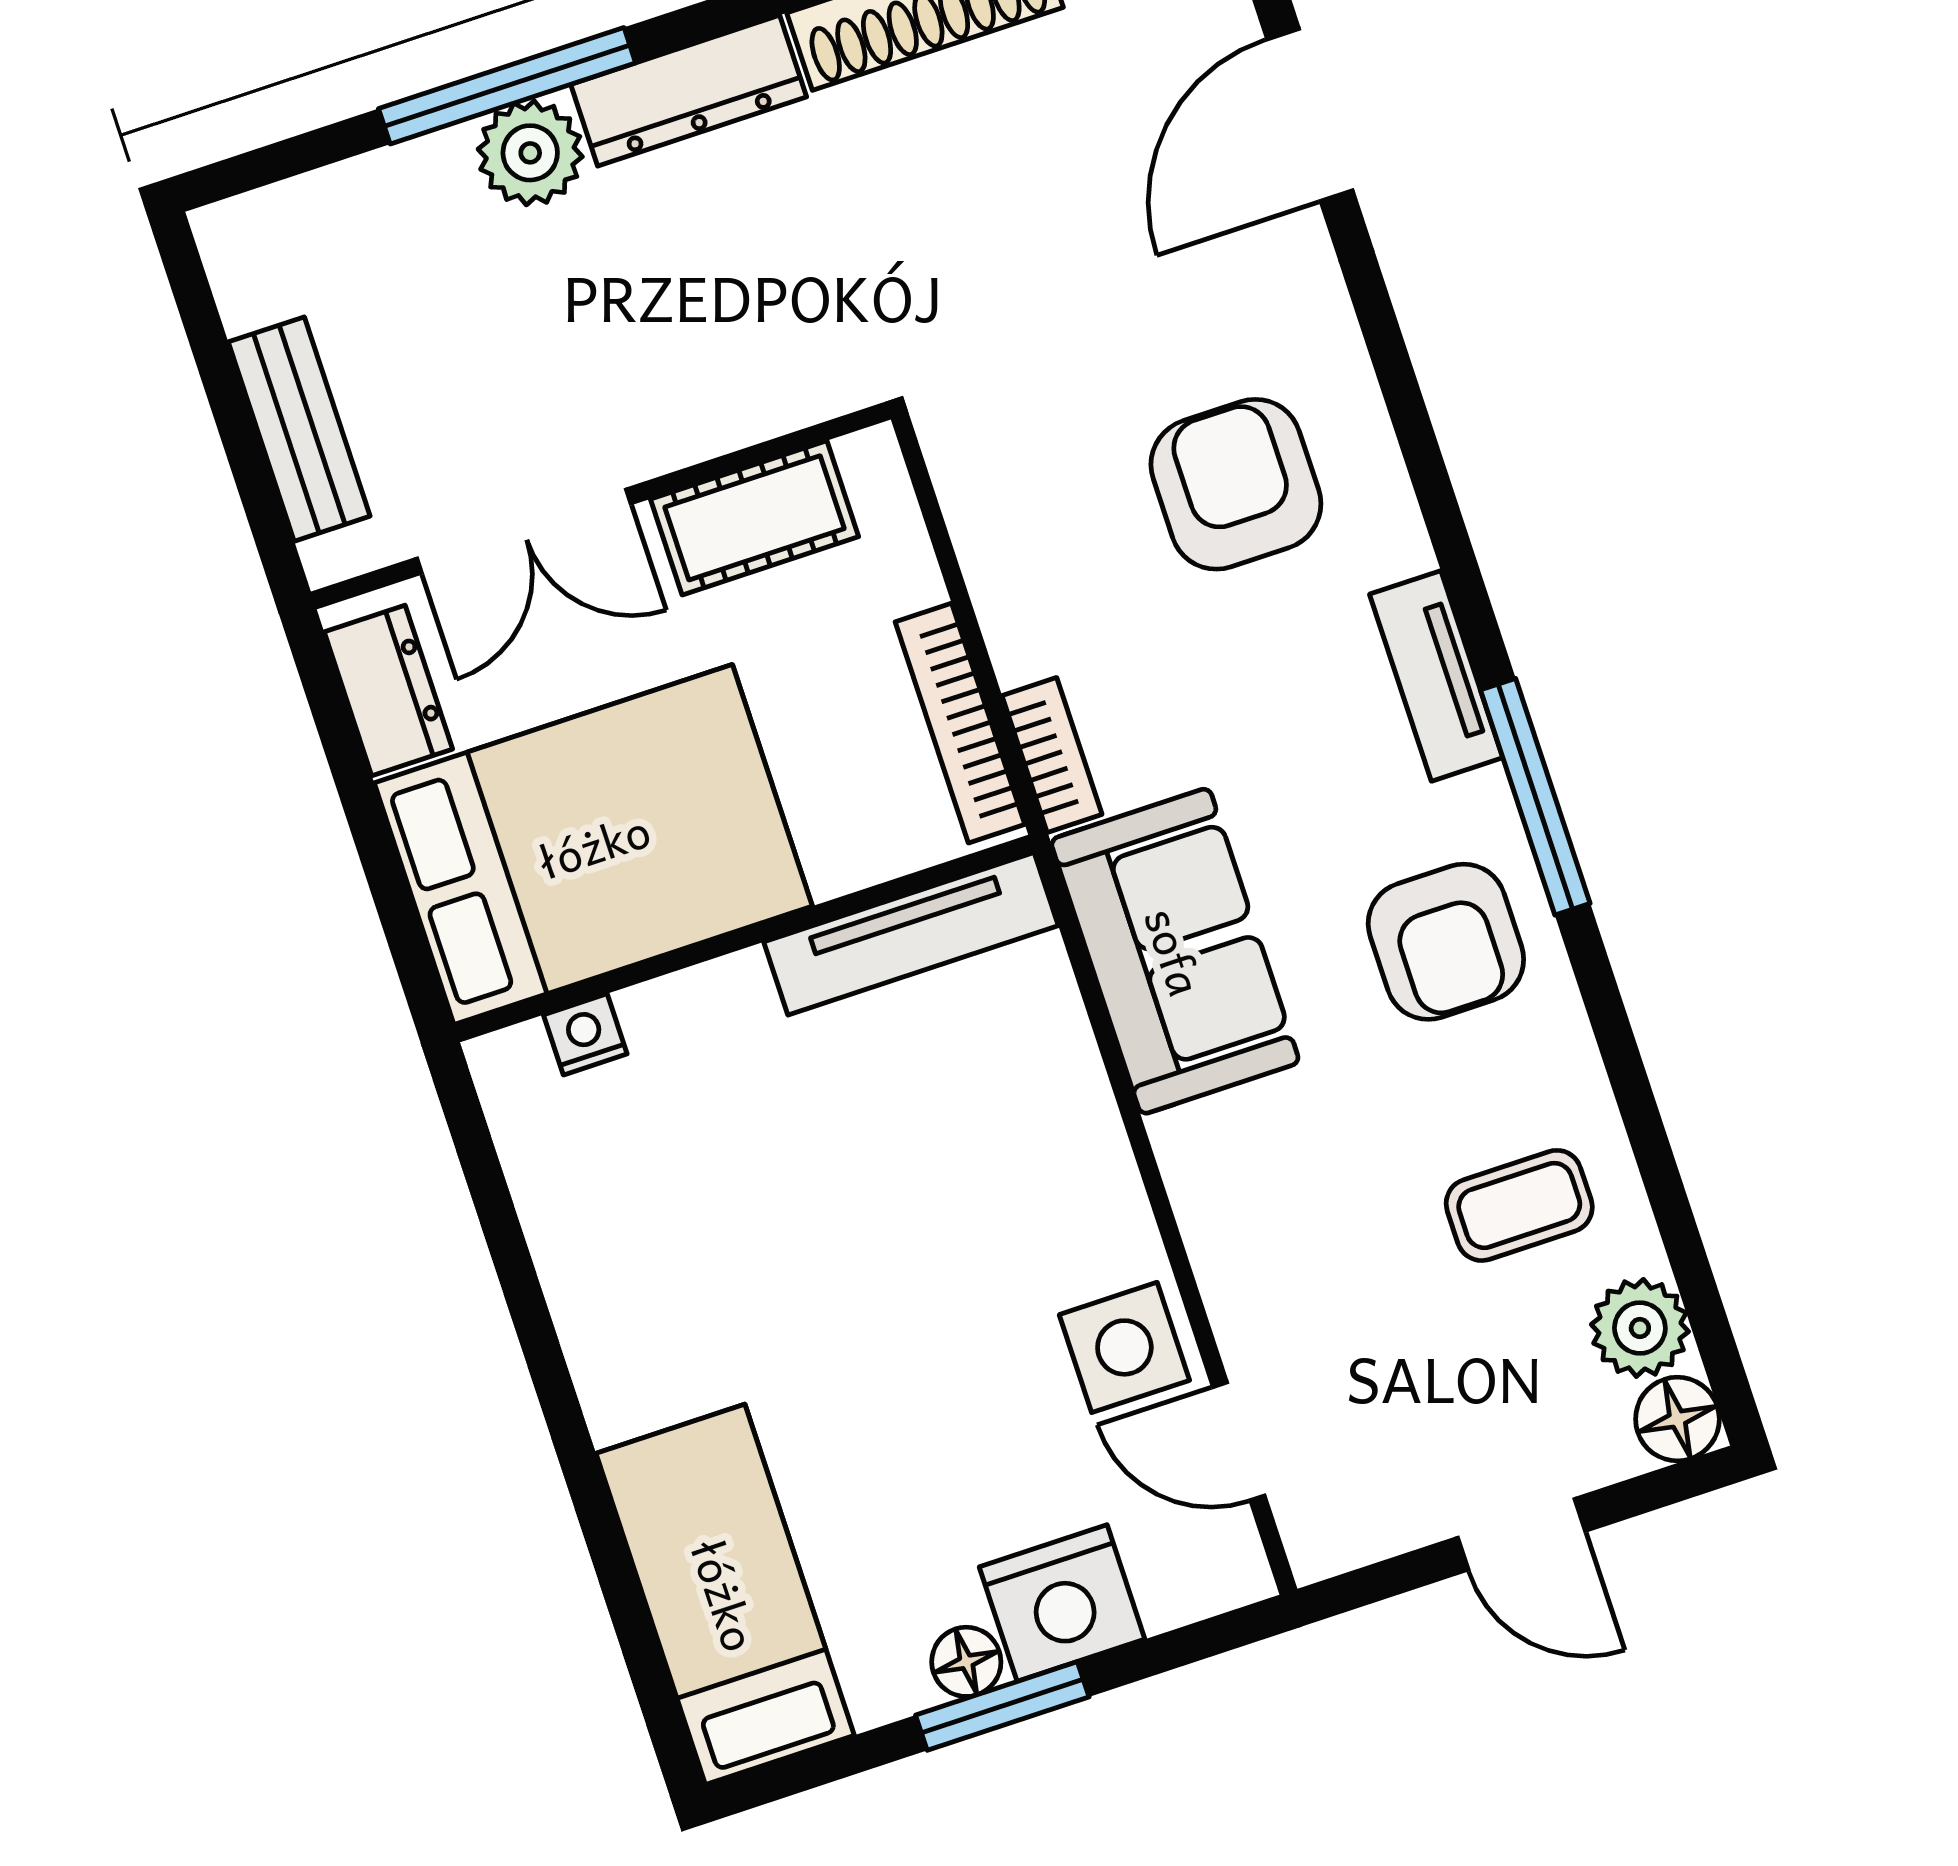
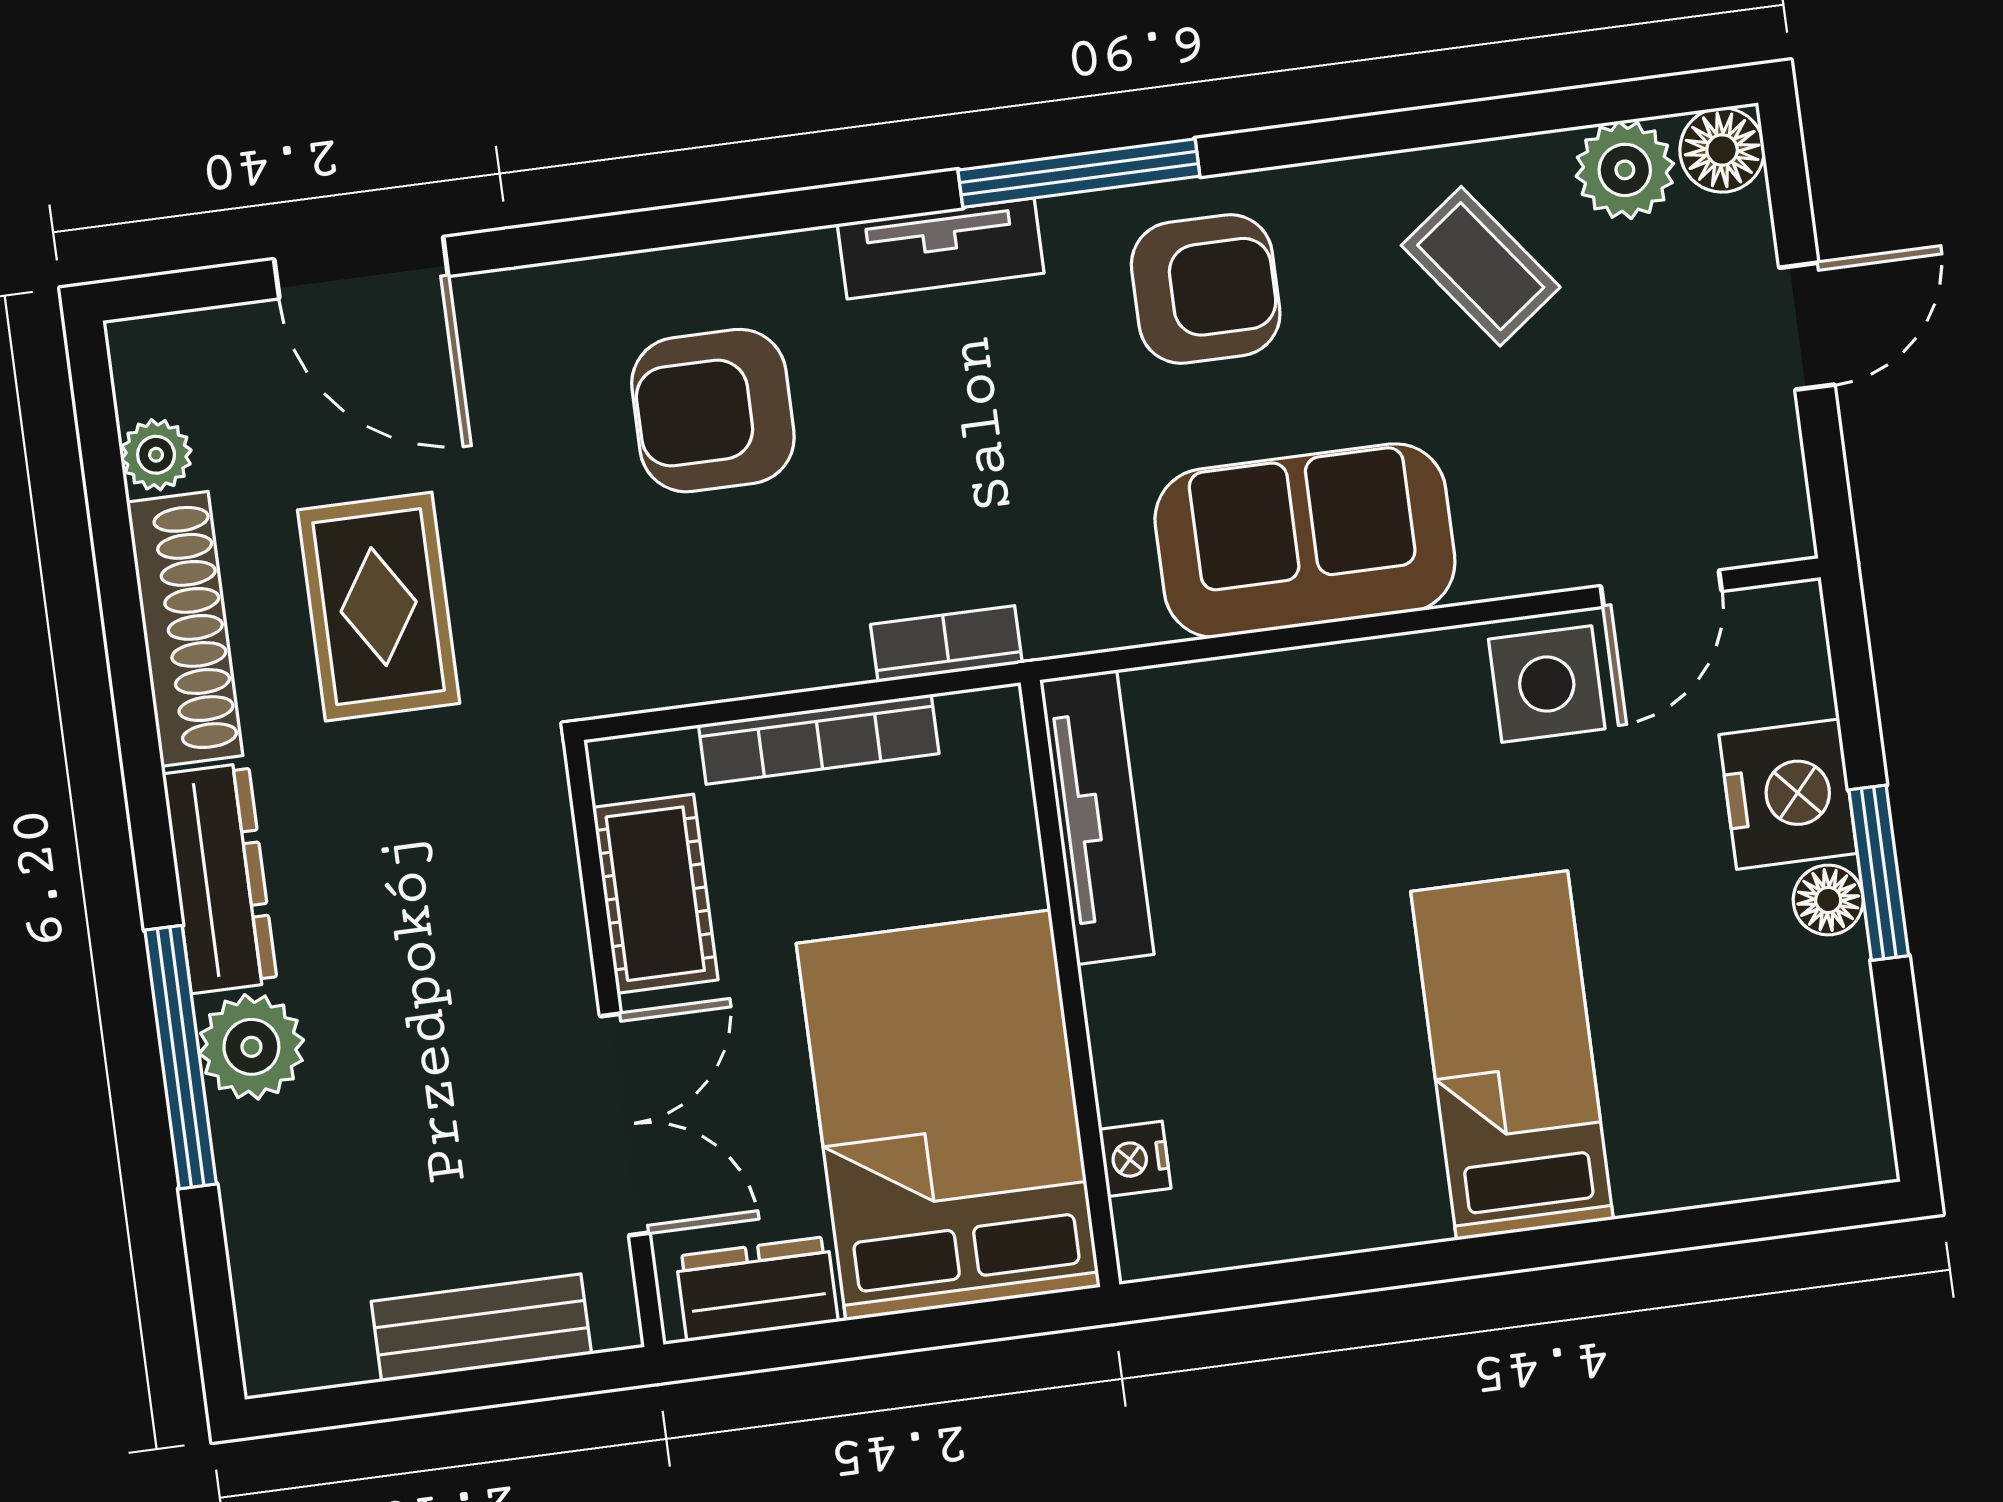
rug: (983, 195) -> (379, 607), added
bookcase: (960, 723) -> (819, 739), moved
sofa: (1175, 951) -> (1305, 541), moved
coffee table: (1519, 1205) -> (1481, 266), turned -37
bed: (725, 1594) -> (1512, 1055), moved, turned 90

